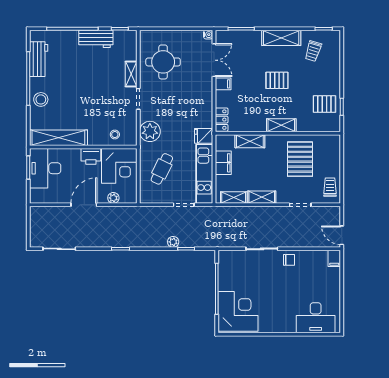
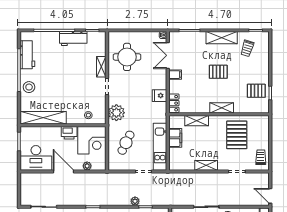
double door: (214, 60) -> (168, 55), swing flipped
fridge: (204, 136) -> (159, 96), moved
desk: (45, 168) -> (36, 158), moved, turned -90
shelving: (234, 198) -> (184, 166), removed
door: (84, 205) -> (64, 172), hinge flipped

